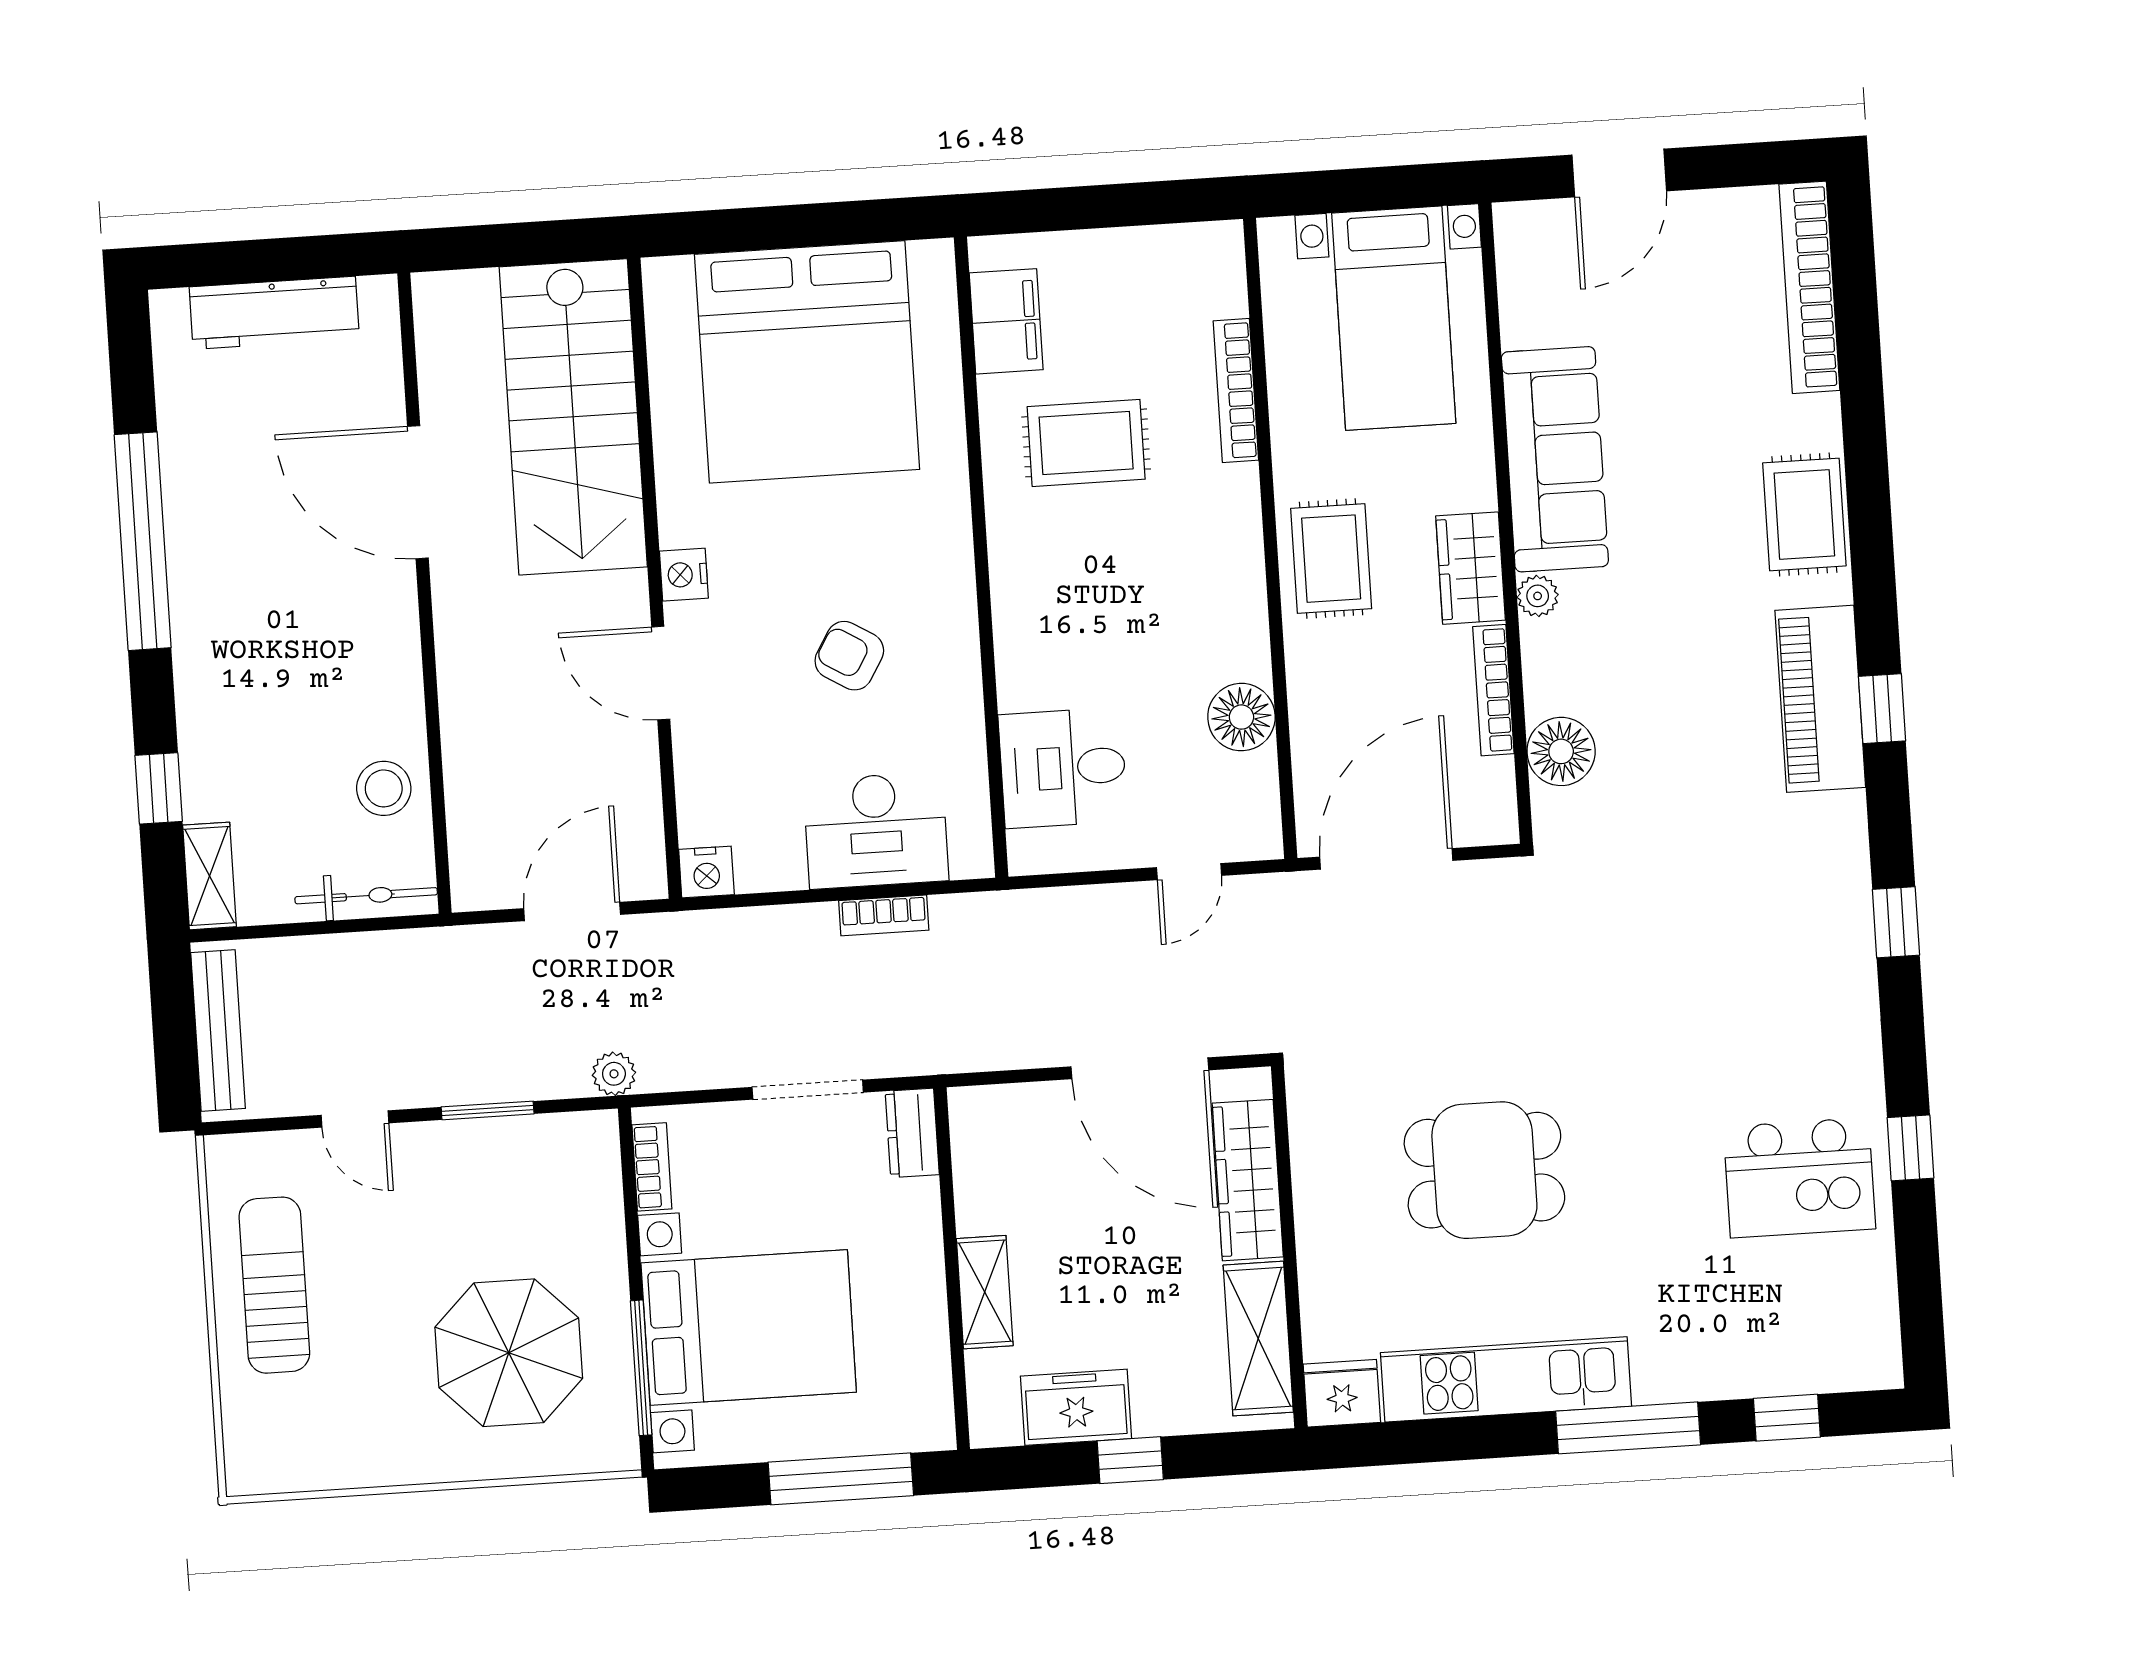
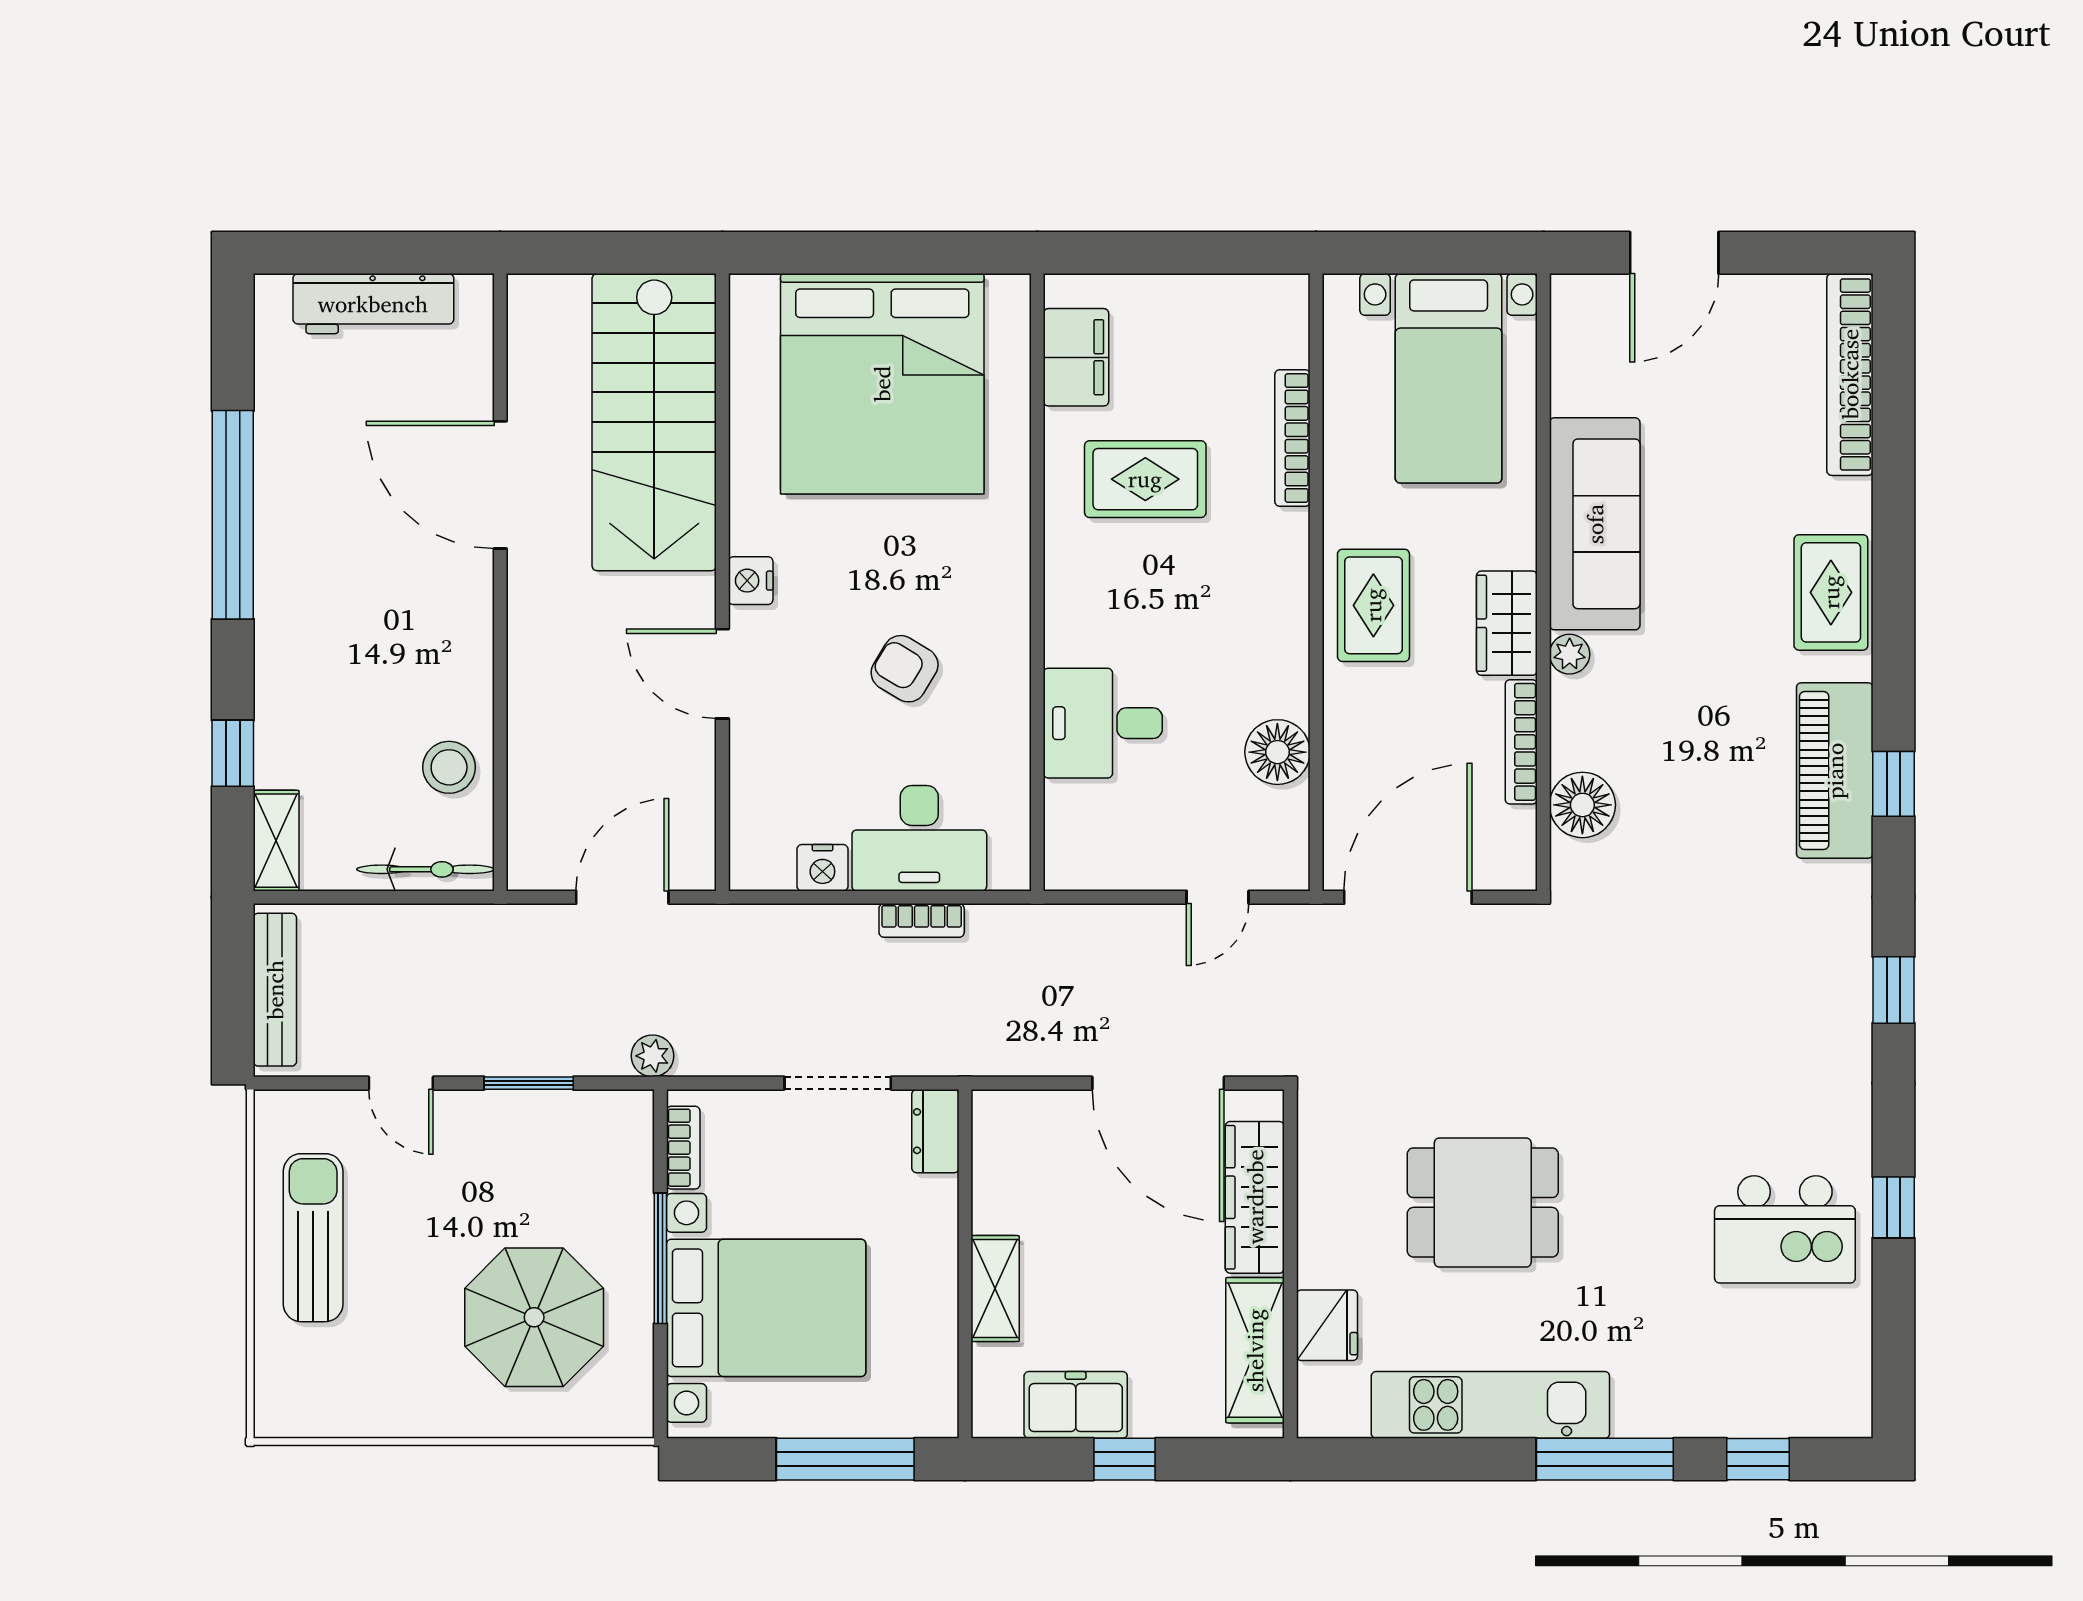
desk: (1063, 768) -> (1103, 723), moved
nightstand: (706, 872) -> (822, 868), moved
window: (641, 1368) -> (660, 1258), moved
fridge: (1342, 1393) -> (1327, 1325), moved, turned 90

